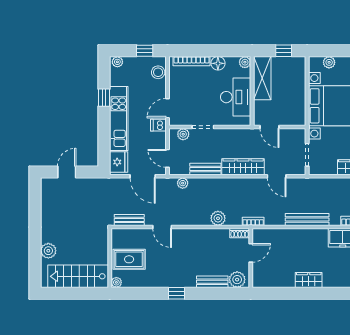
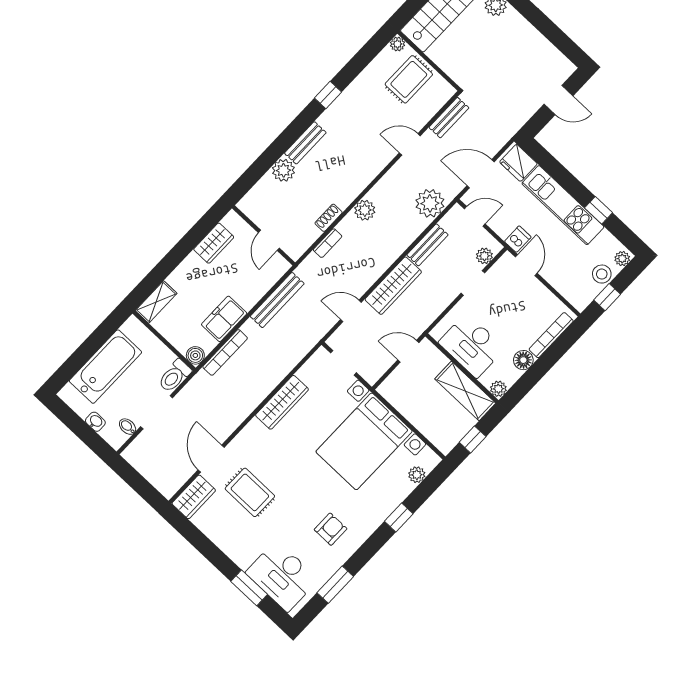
stool: (158, 72) -> (602, 274), moved
door: (67, 172) -> (558, 100), hinge flipped
plant: (183, 183) -> (430, 203), width x1.88, depth x1.88
door: (251, 253) -> (269, 240), moved
wall: (251, 258) -> (264, 235), moved

